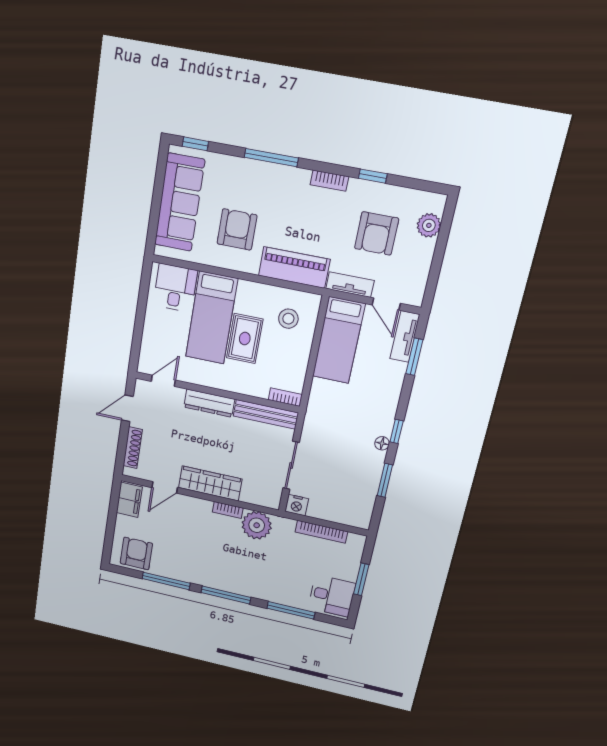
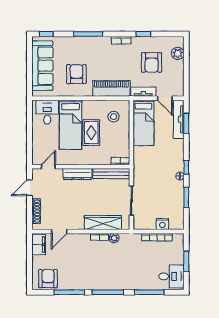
tv unit: (405, 337) -> (179, 119), width x1.41
wardrobe: (210, 483) -> (103, 223), moved
nightstand: (297, 505) -> (162, 224), moved
plant: (257, 525) -> (114, 238), width x0.53, depth x0.53

